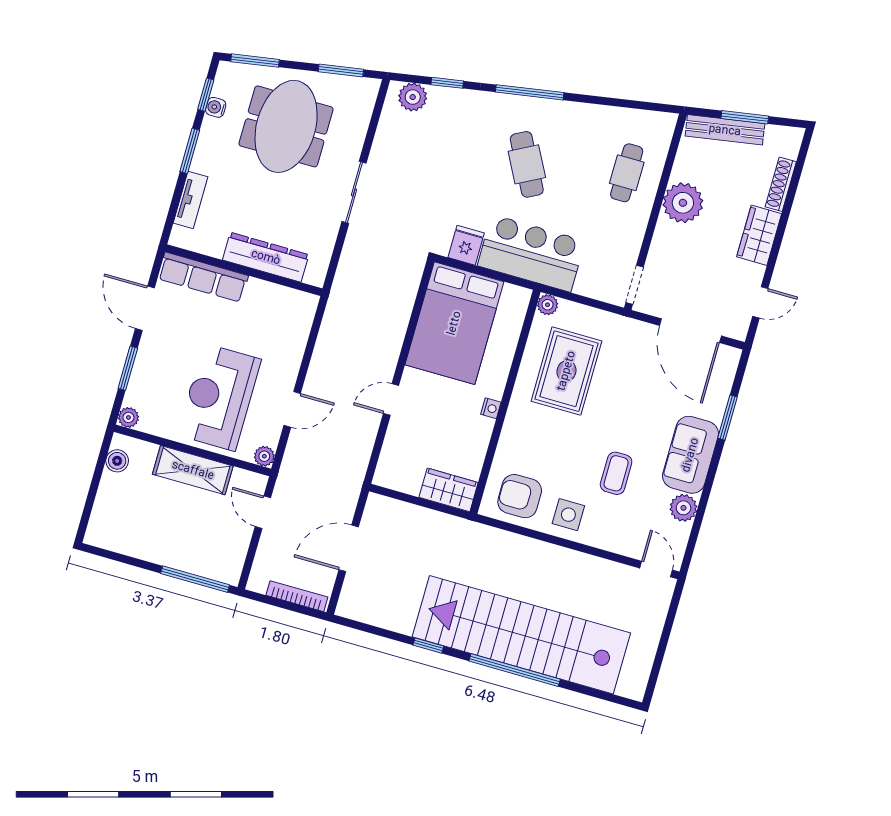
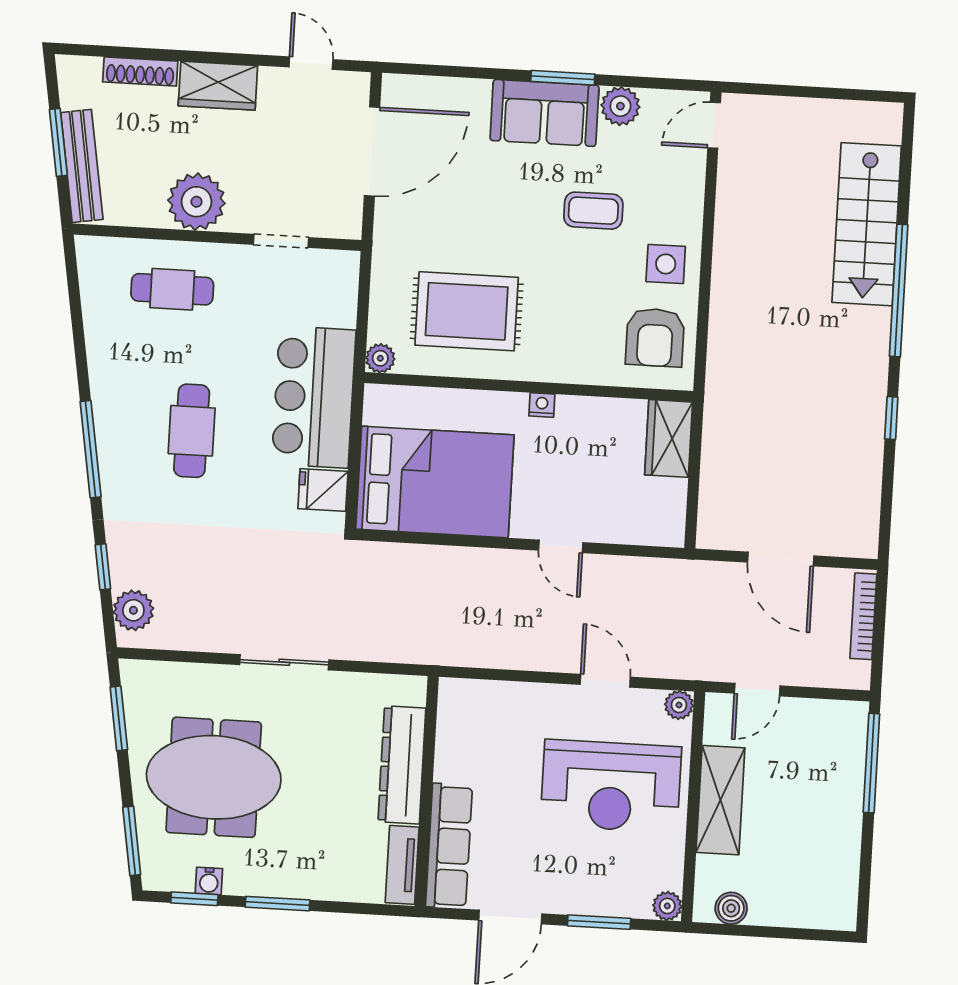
cafe table: (527, 164) -> (192, 431), turned -62
tv unit: (191, 200) -> (402, 865), moved, turned -90
doorway: (635, 285) -> (281, 241), moved
window: (727, 417) -> (563, 78), moved
stairs: (521, 635) -> (867, 224), width x0.54, depth x0.66

